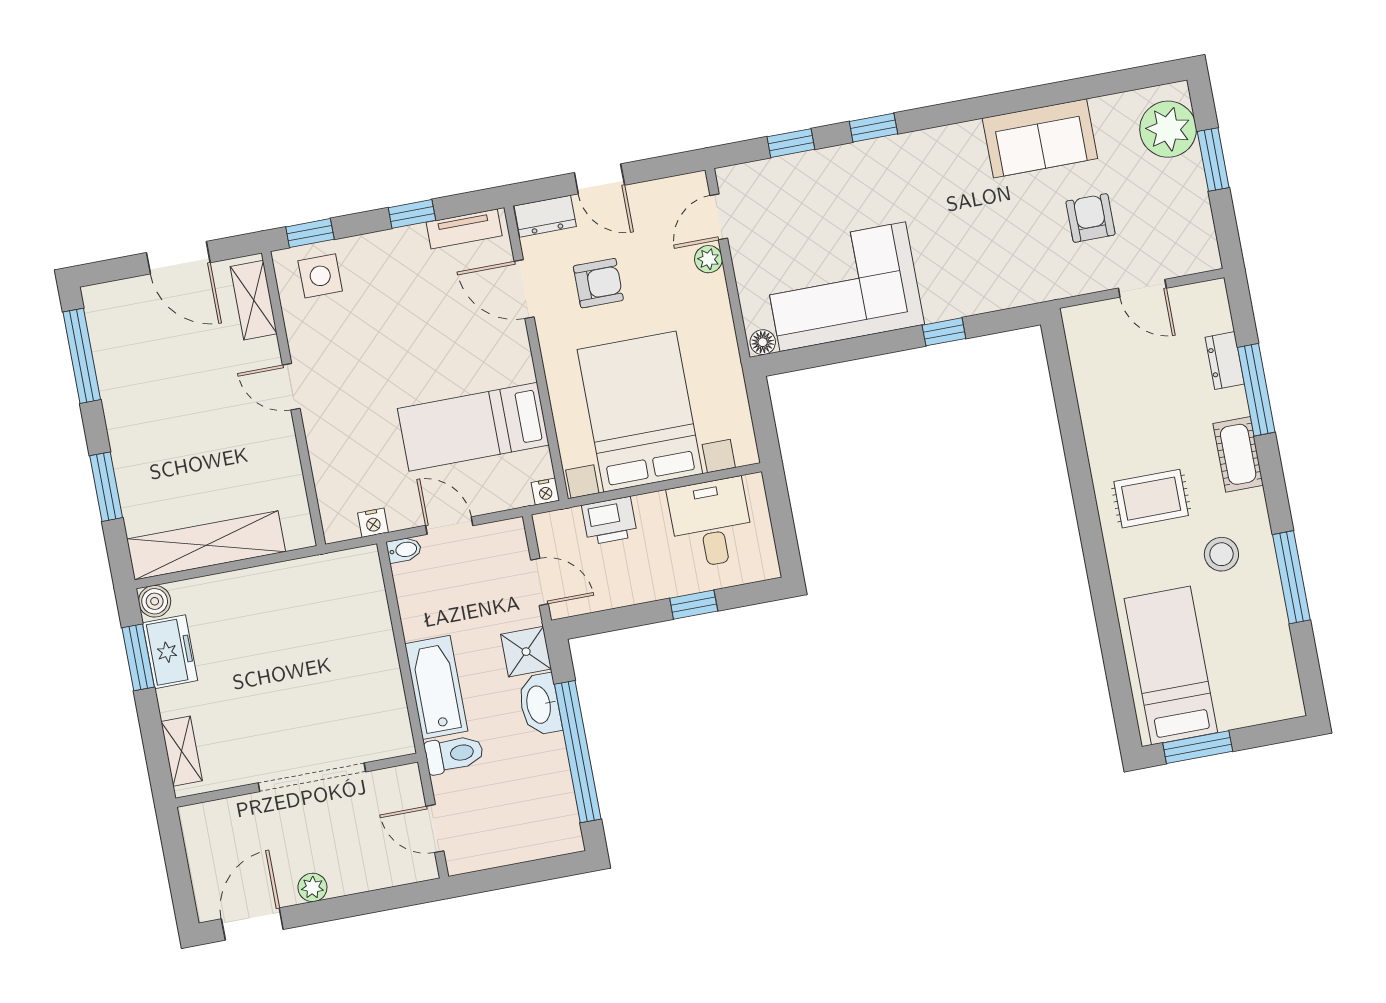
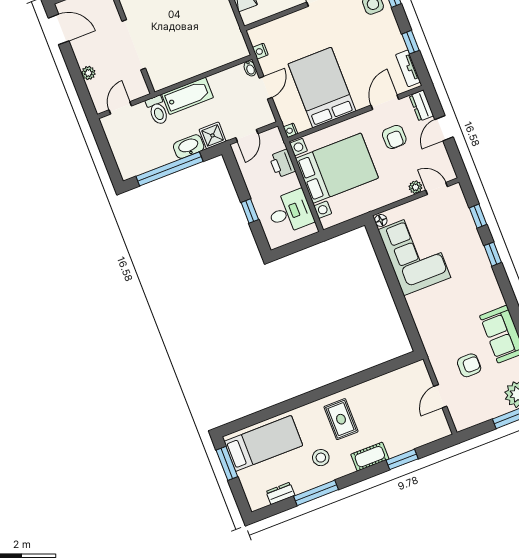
window: (944, 332) -> (402, 306), removed
dresser: (1225, 361) -> (280, 493), moved
window: (1256, 390) -> (402, 459), width x0.69
bed: (473, 427) -> (322, 87), width x1.50
plant: (312, 887) -> (88, 73), moved

